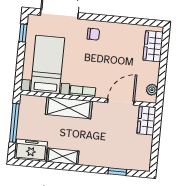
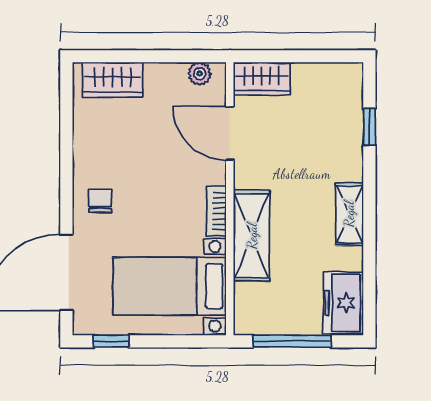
shelving: (63, 156) -> (349, 214), moved

